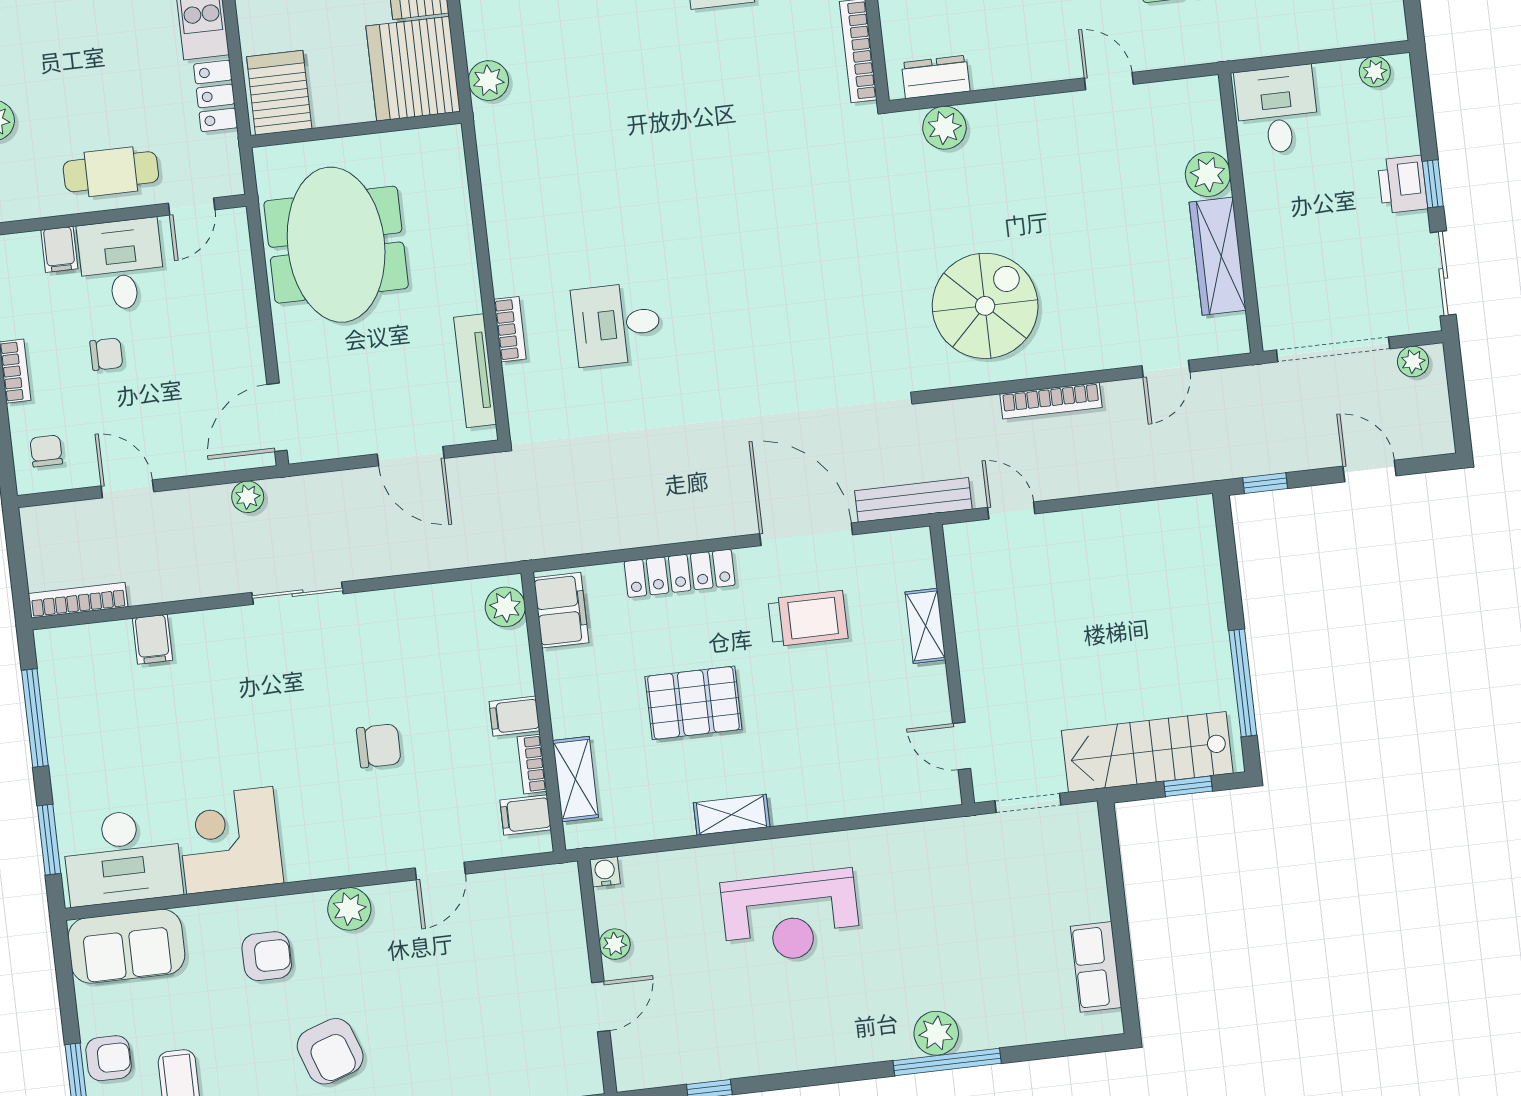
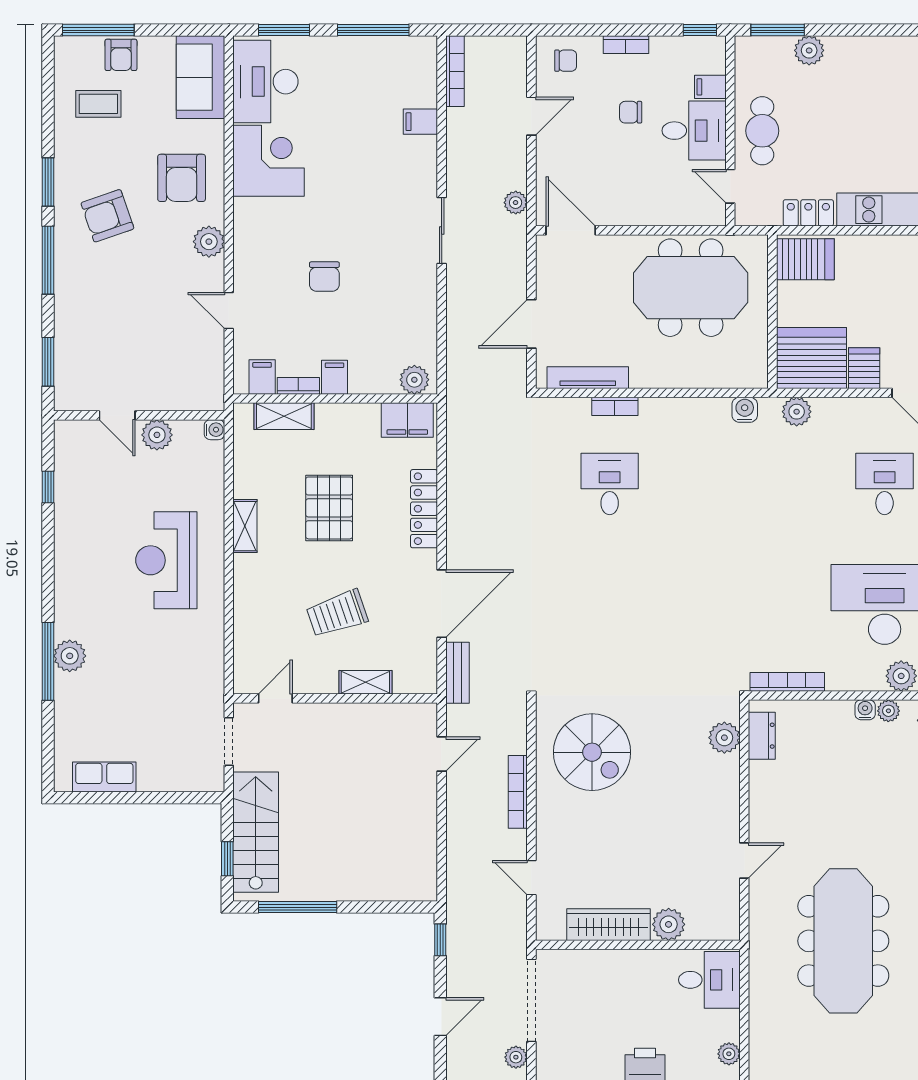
water cooler: (494, 152) -> (745, 410), added
chair: (106, 354) -> (631, 112), turned 90
bench: (913, 500) -> (458, 673), width x0.73
trolley: (808, 619) -> (337, 613), moved, turned 71
plant: (615, 944) -> (157, 435), width x1.38, depth x1.38
armchair: (267, 956) -> (182, 178), width x1.38, depth x1.38

